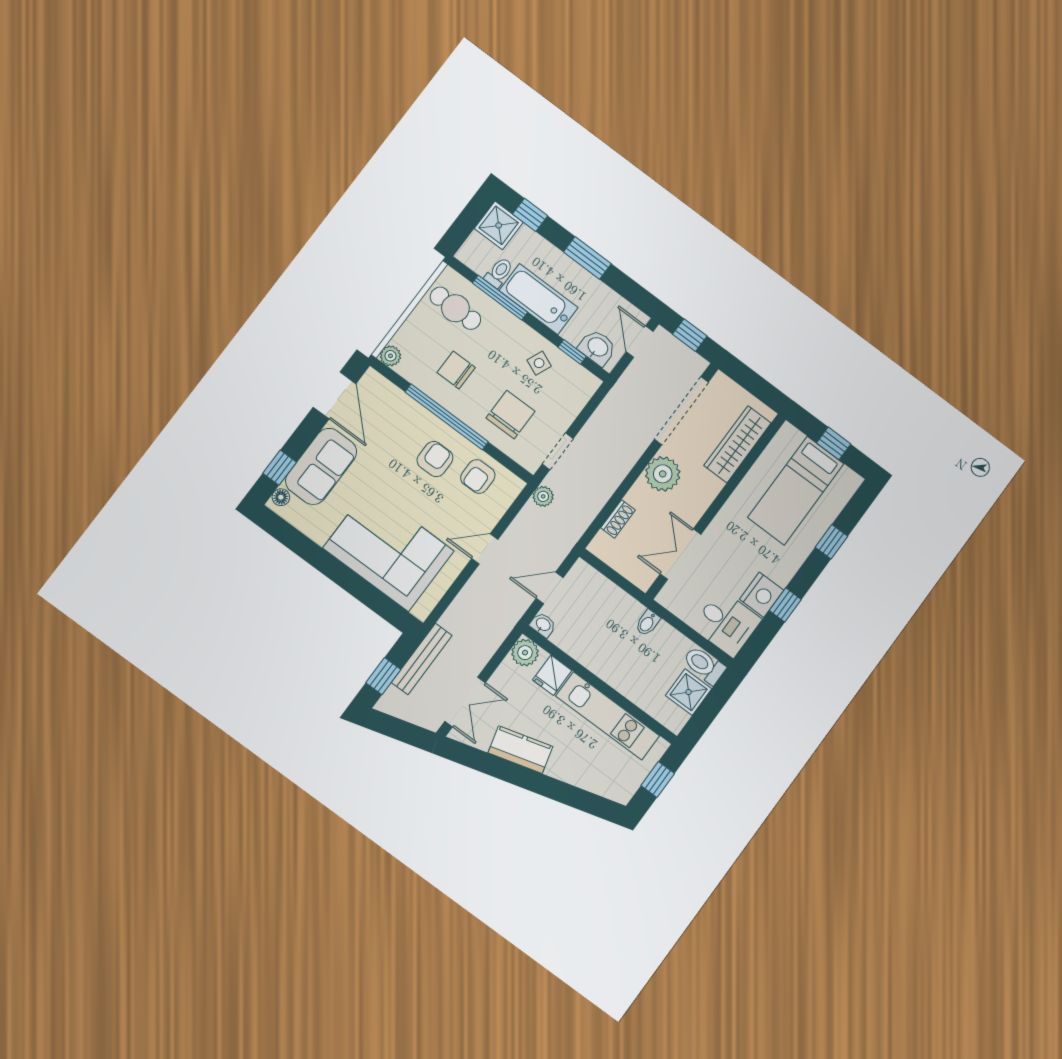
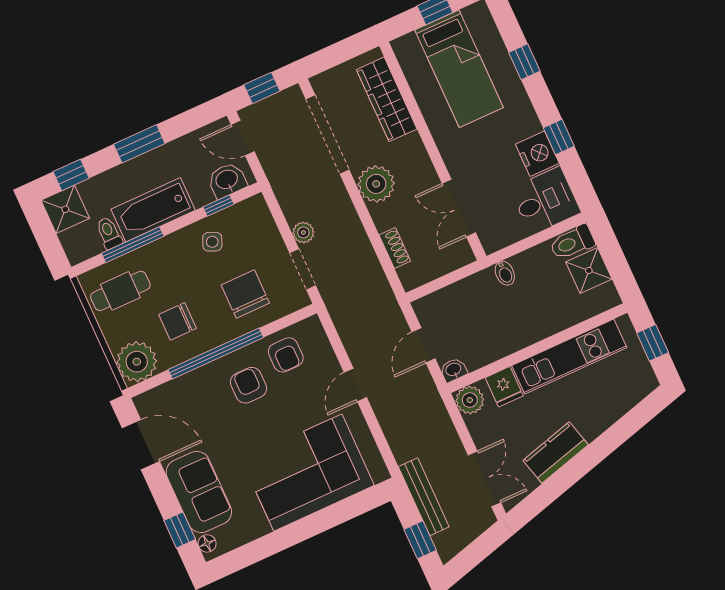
plant: (390, 356) -> (137, 362), width x1.88, depth x1.88
plant: (543, 496) -> (303, 233), moved

